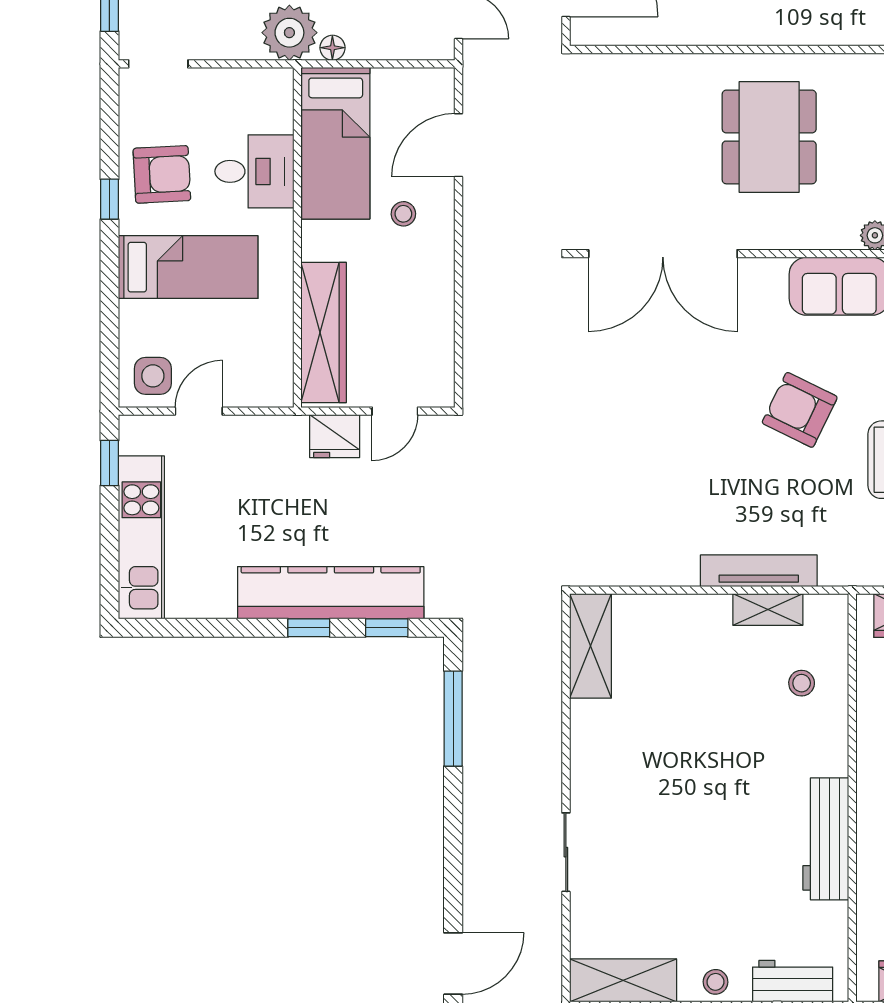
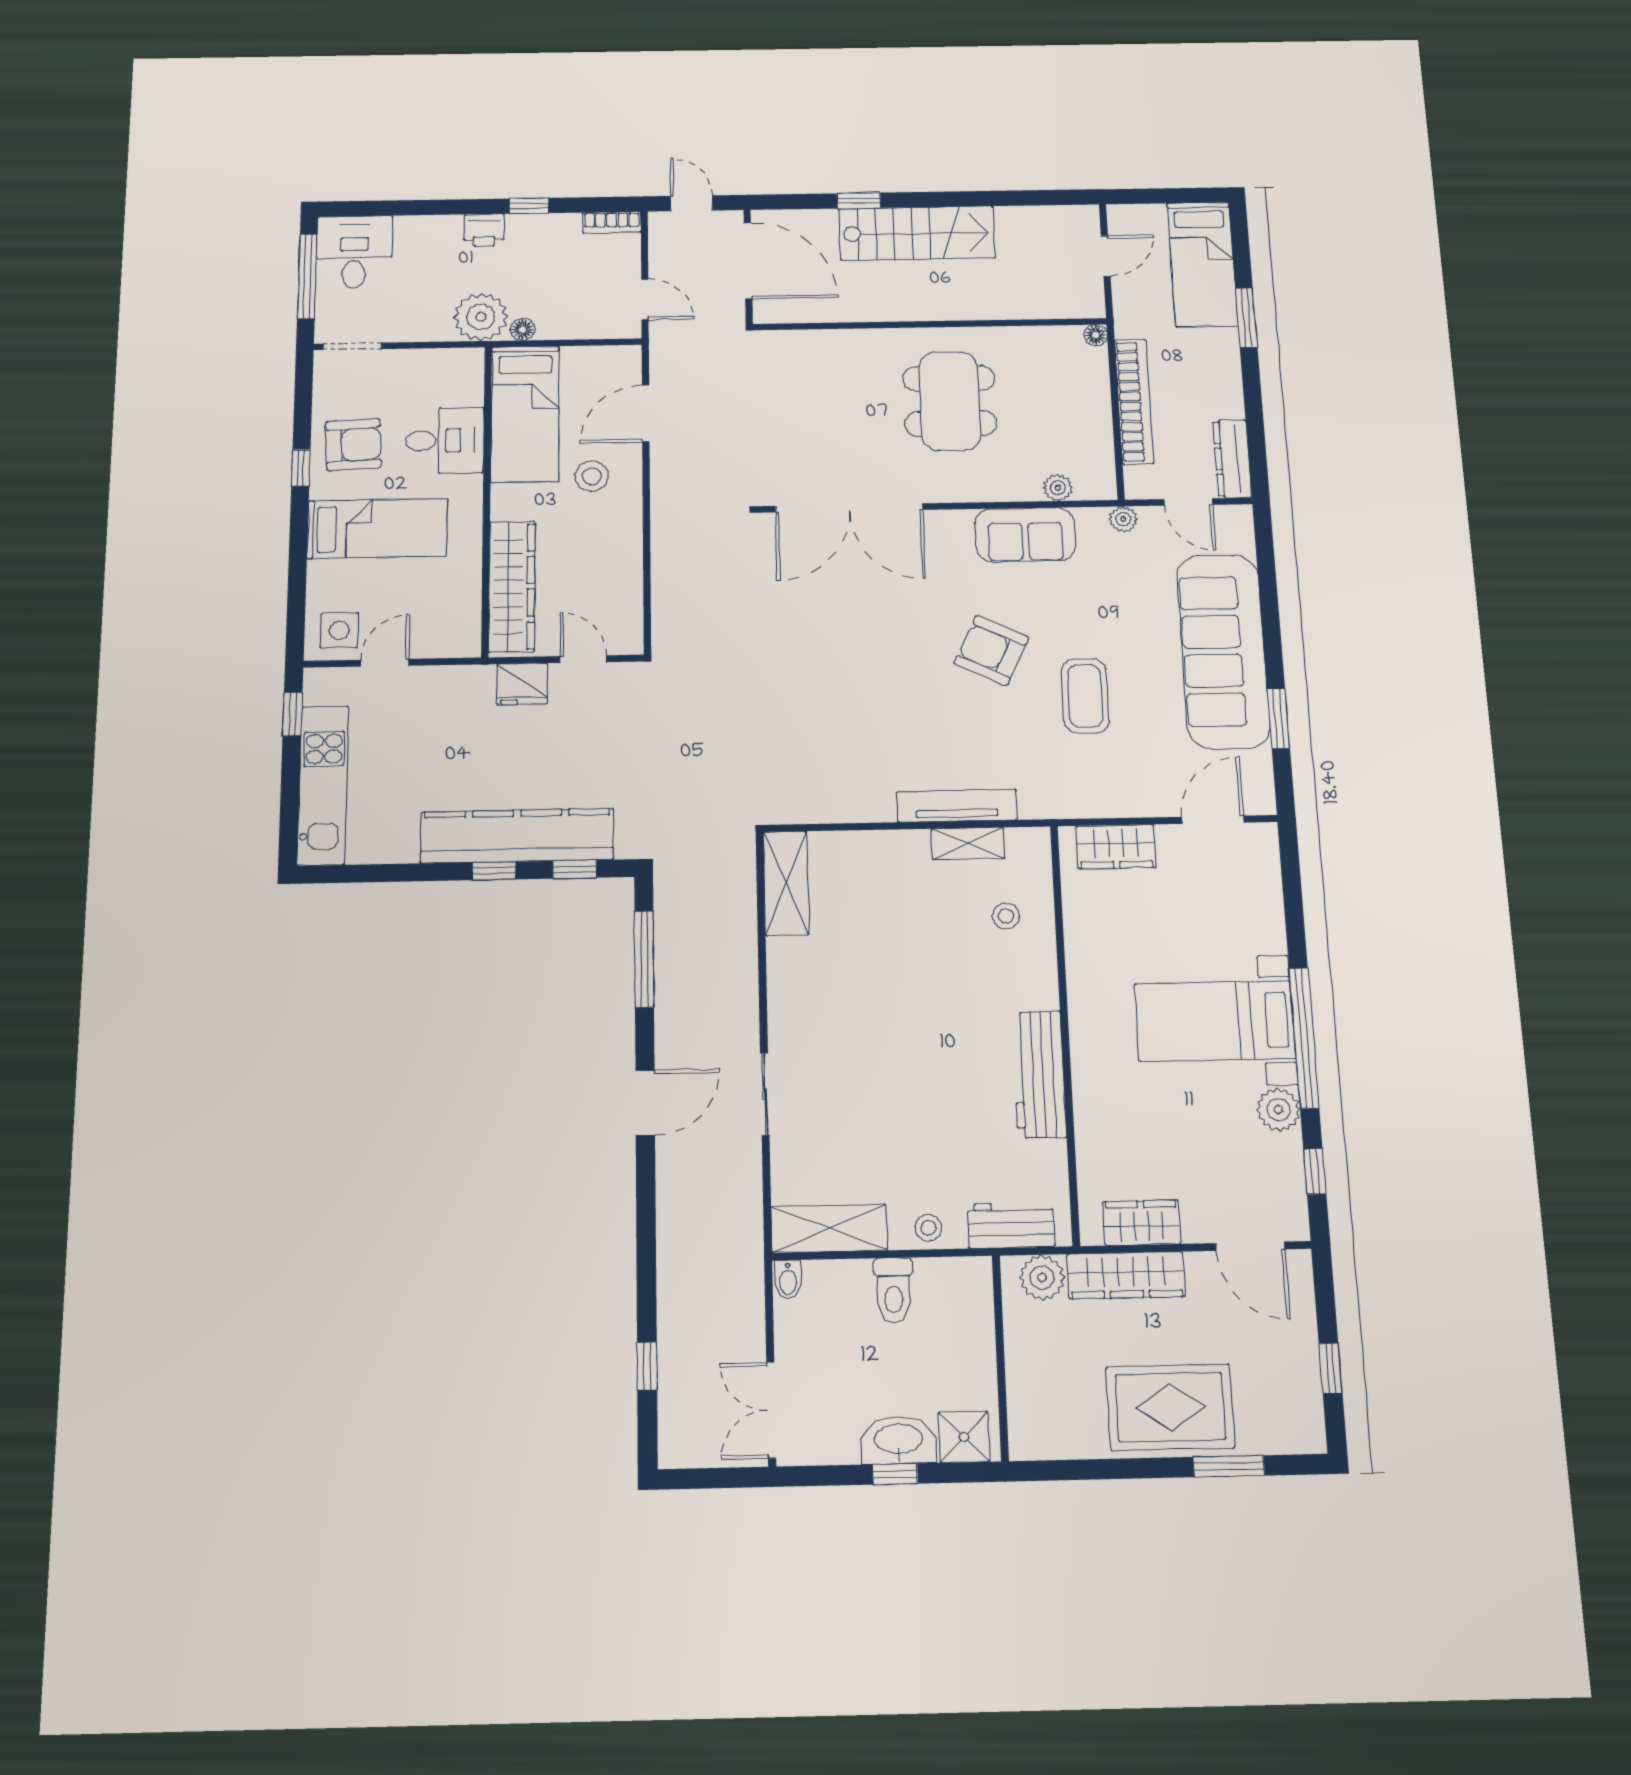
stool: (403, 214) -> (592, 476), width x1.37, depth x1.37
door: (395, 411) -> (583, 659), swing flipped
door: (453, 964) -> (645, 1103), moved

